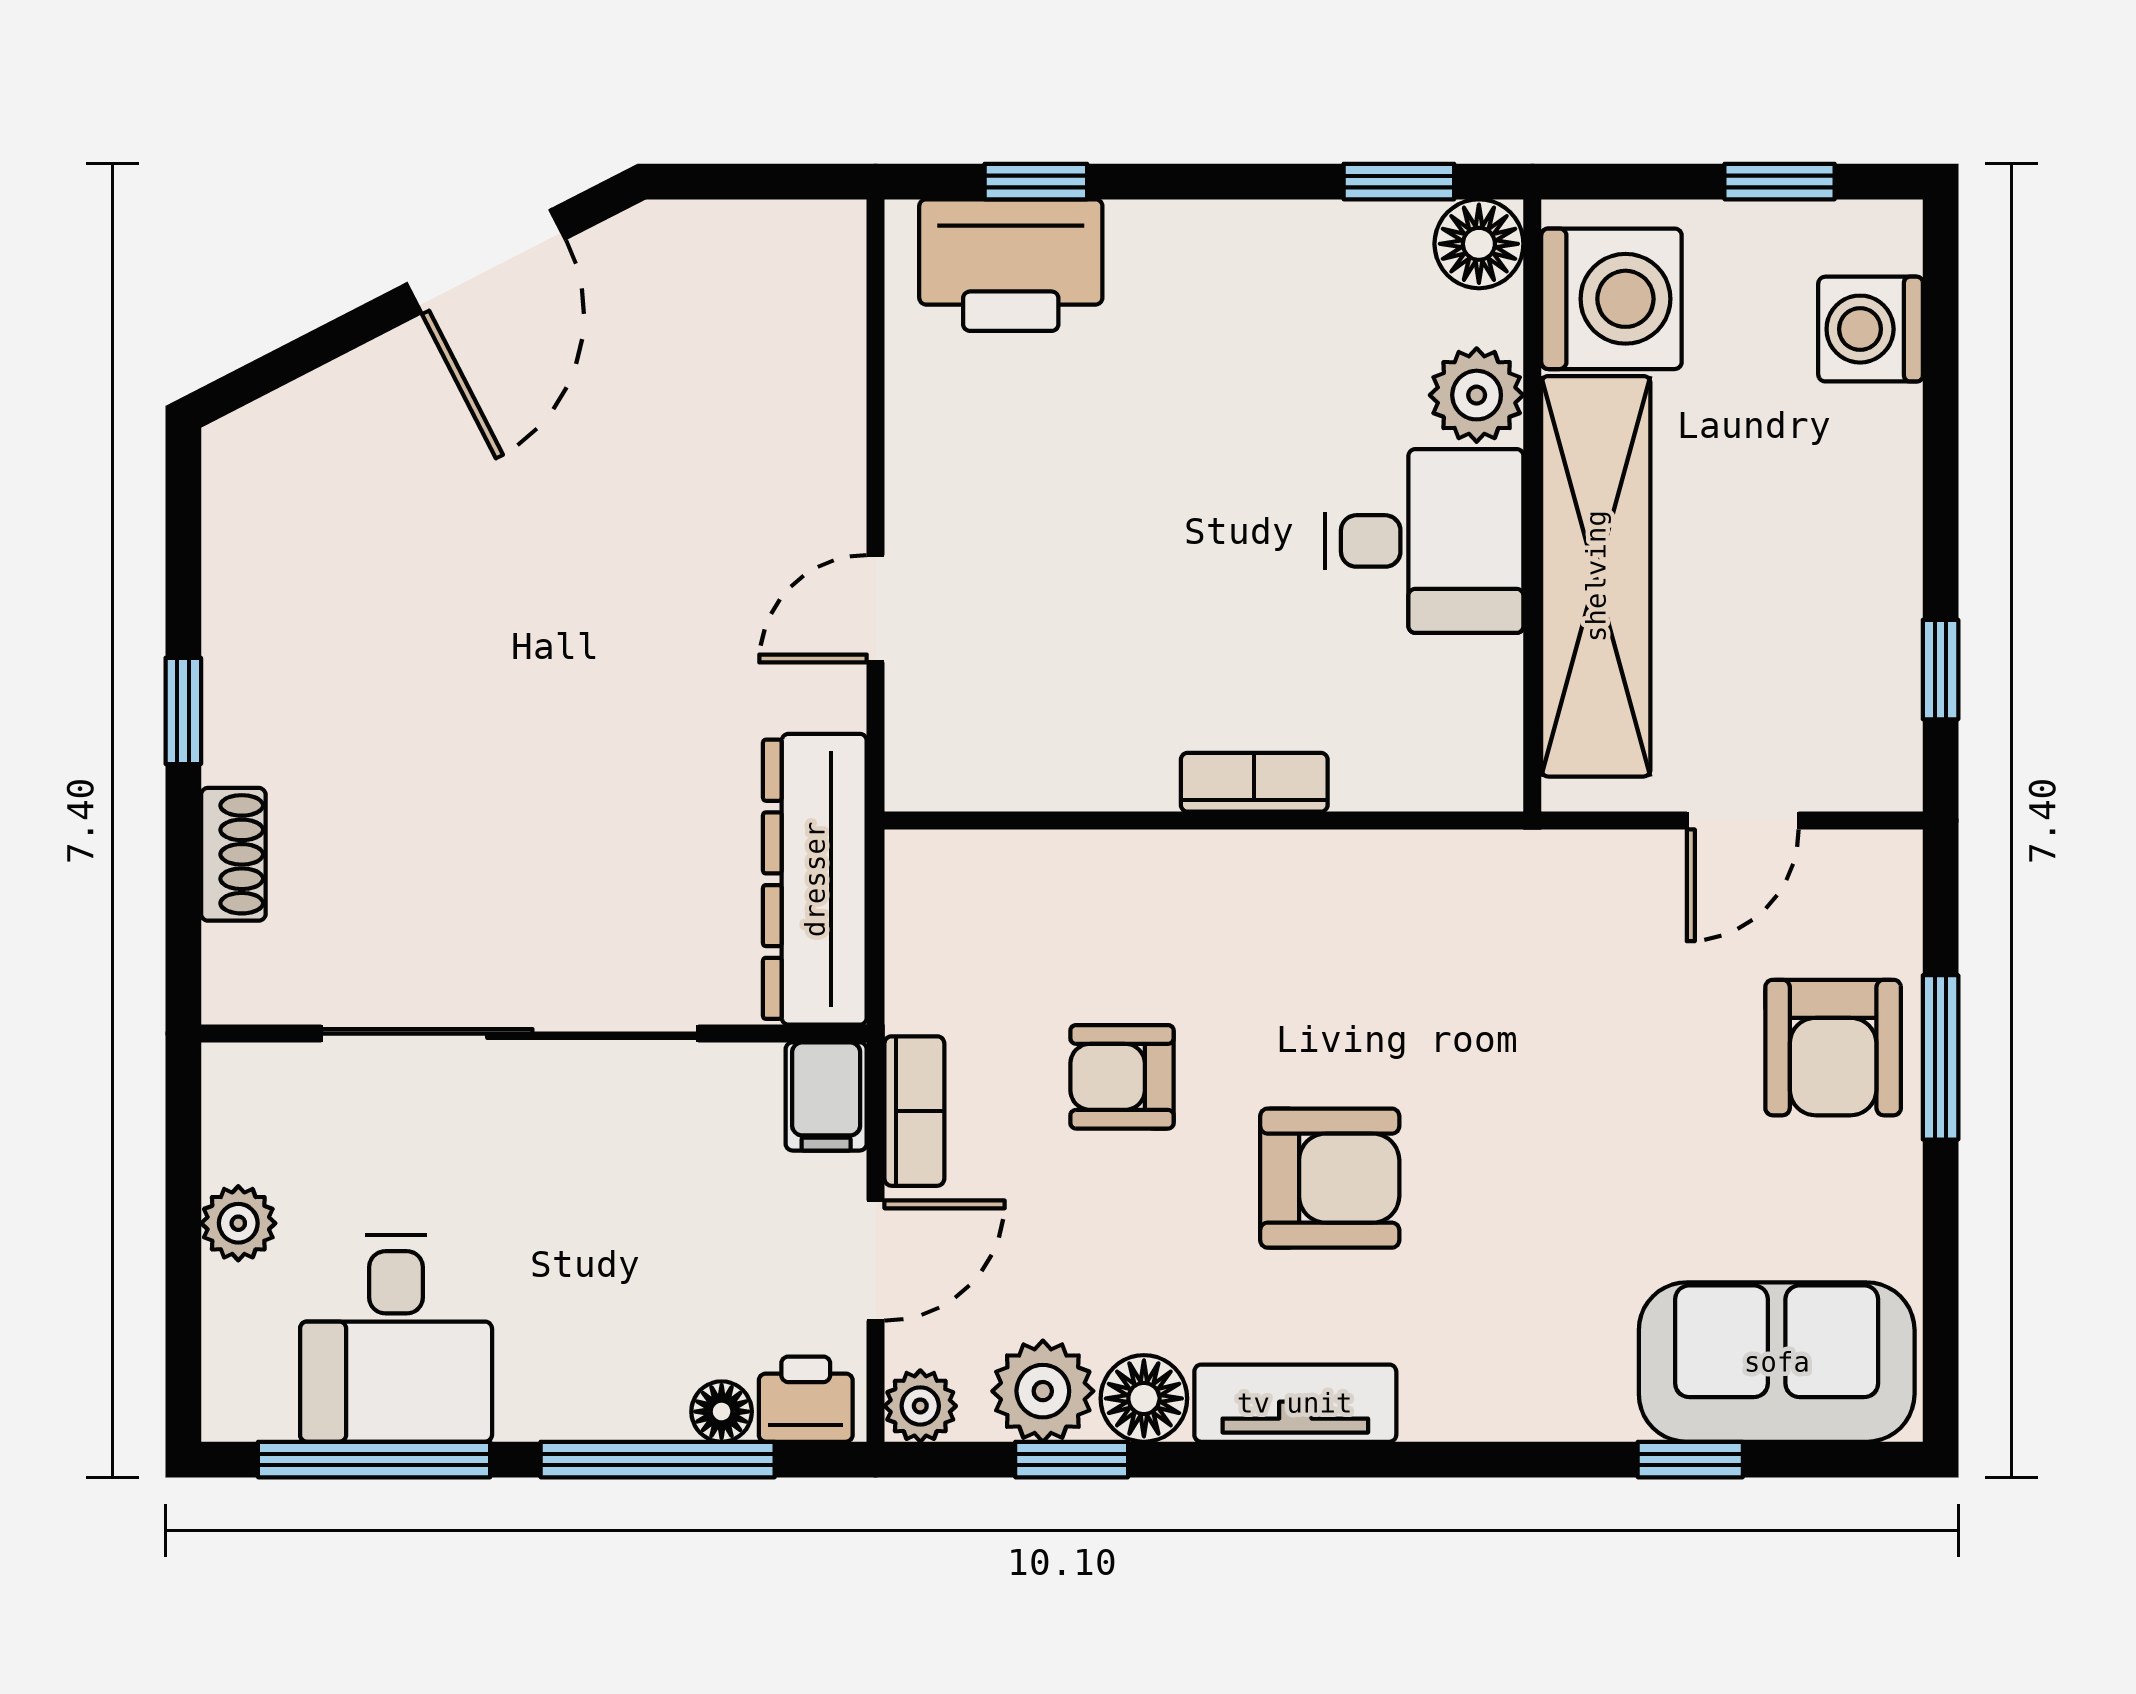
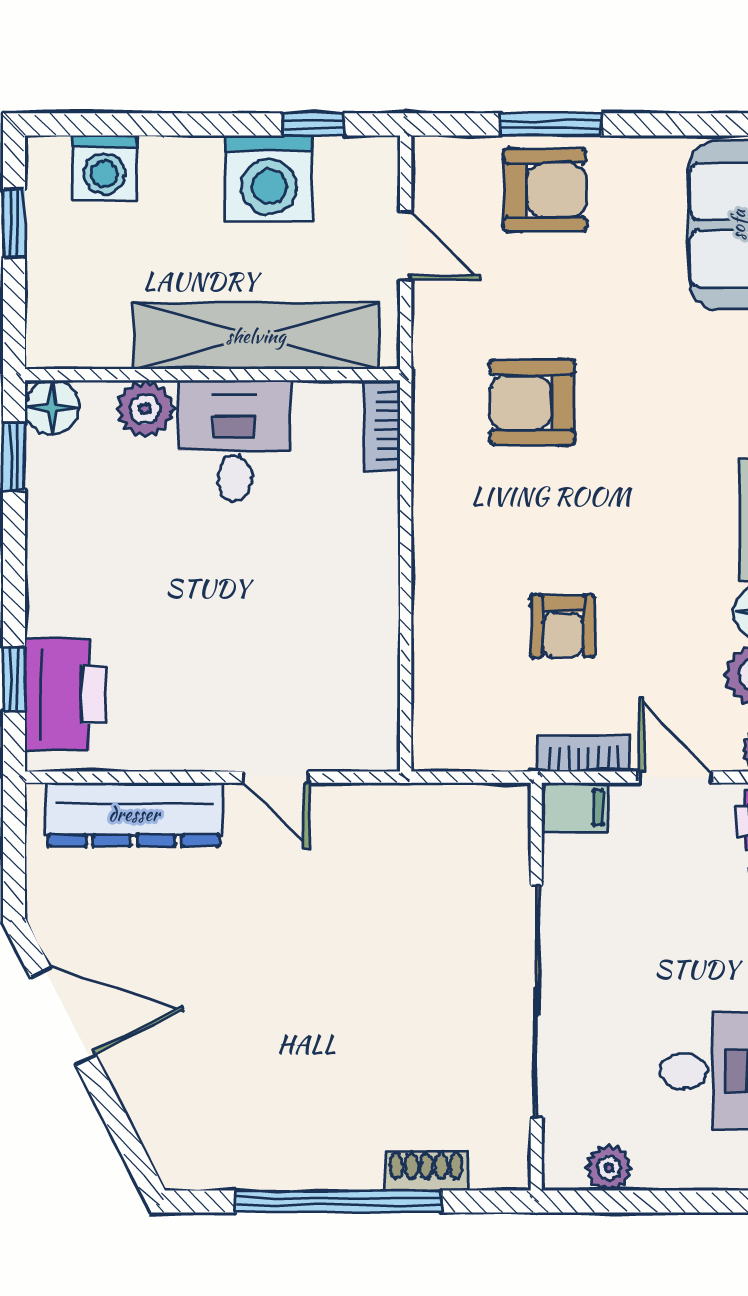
washing machine: (1611, 299) -> (269, 178), moved, turned 180
window: (183, 711) -> (339, 1202), width x3.17
bookcase: (1254, 782) -> (382, 425), moved
dresser: (815, 879) -> (134, 814), moved
armchair: (1330, 1178) -> (532, 402), moved, turned -90
plant: (238, 1223) -> (609, 1168), moved

